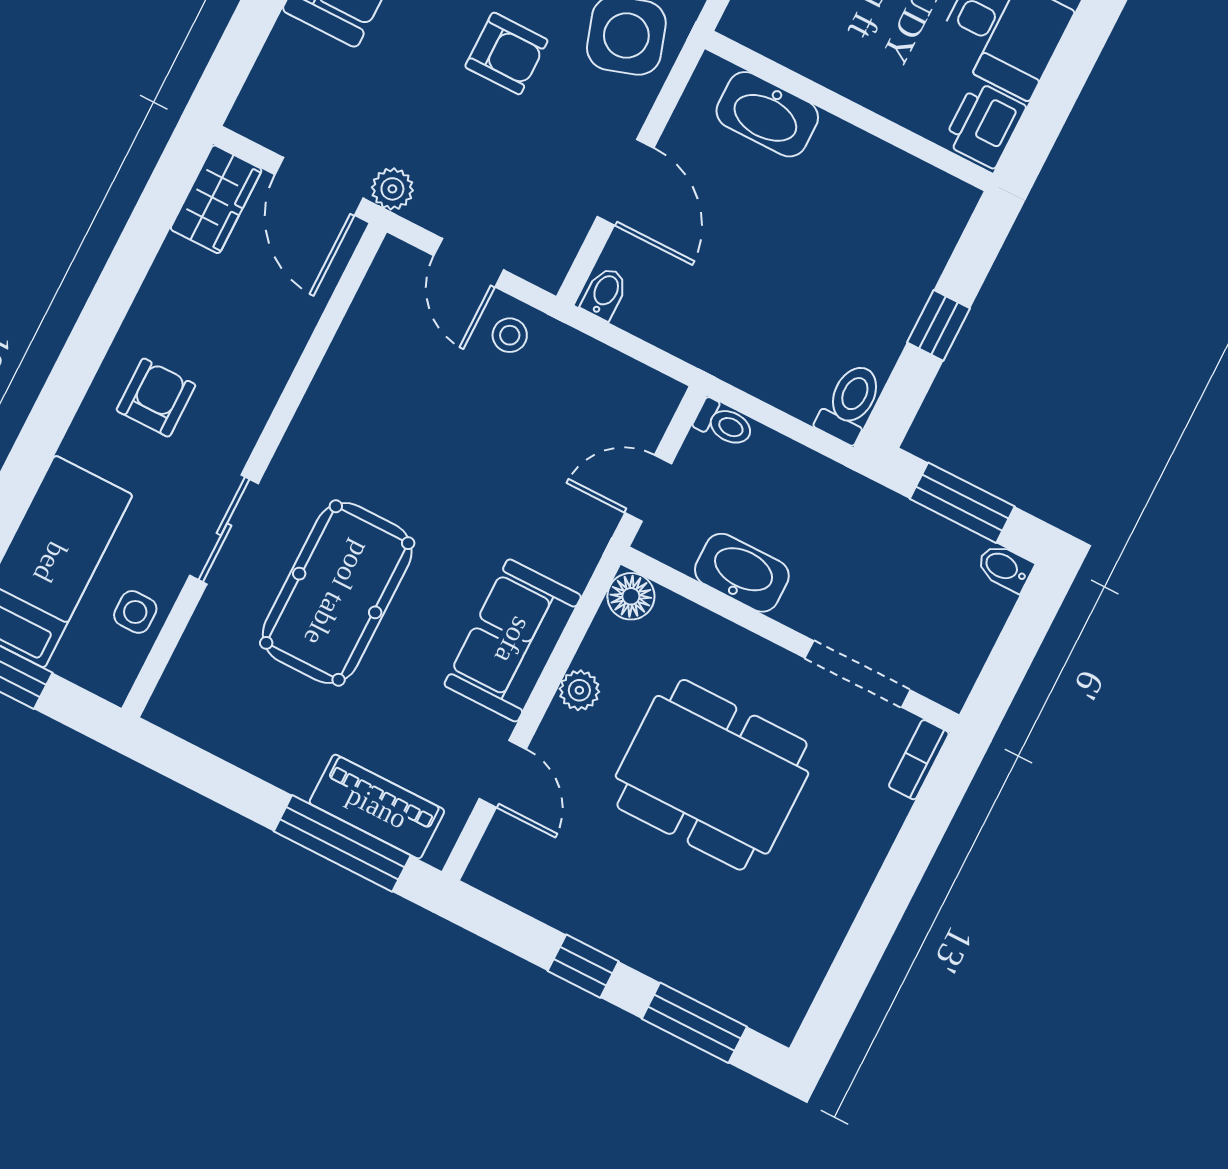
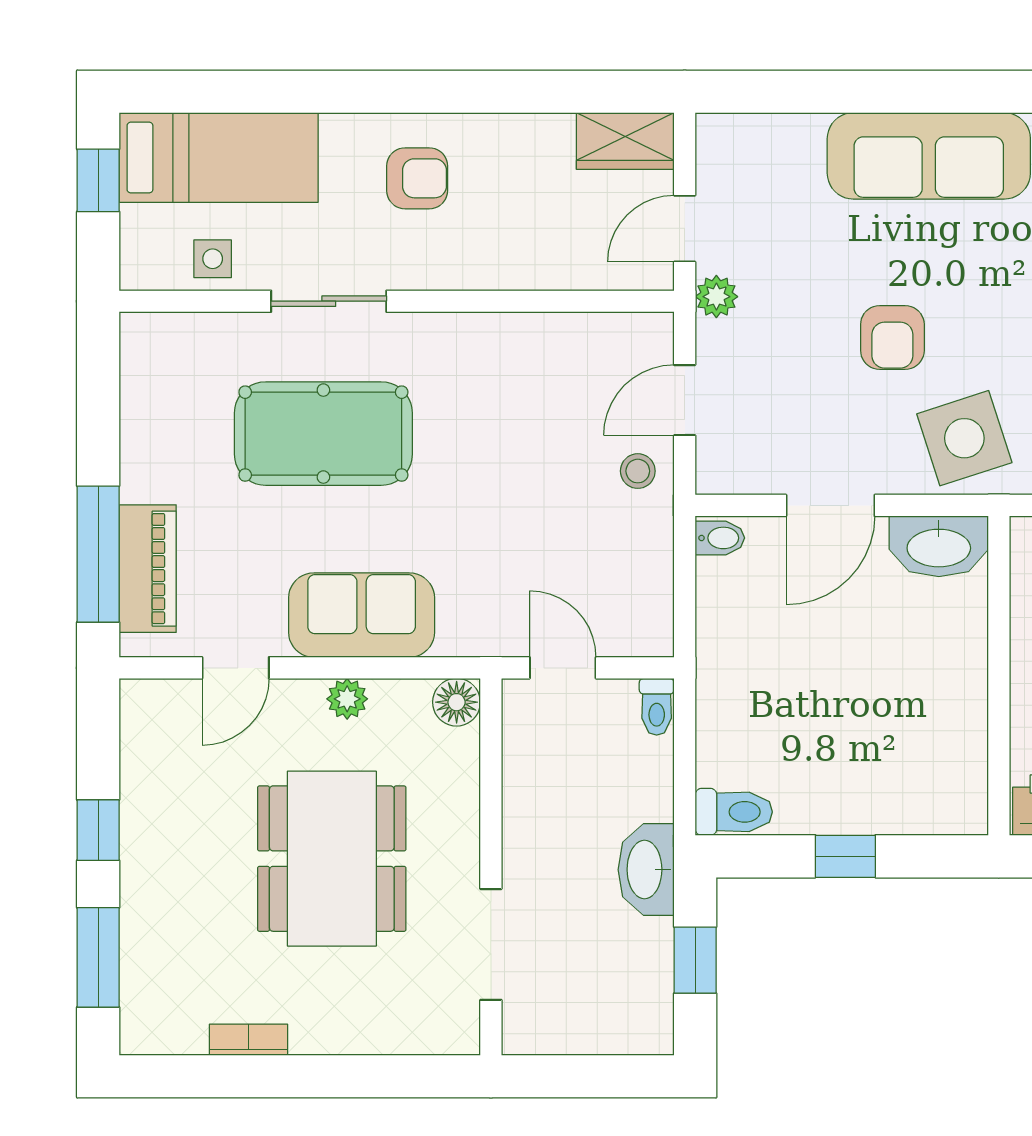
washbasin: (767, 114) -> (939, 546), moved, turned -90
door: (319, 186) -> (685, 229), width x0.73
window: (962, 503) -> (695, 960), width x0.67
bidet: (1005, 568) -> (656, 1029), removed
washbasin: (742, 573) -> (646, 870), moved, turned 180
bookcase: (919, 760) -> (249, 1040), moved

